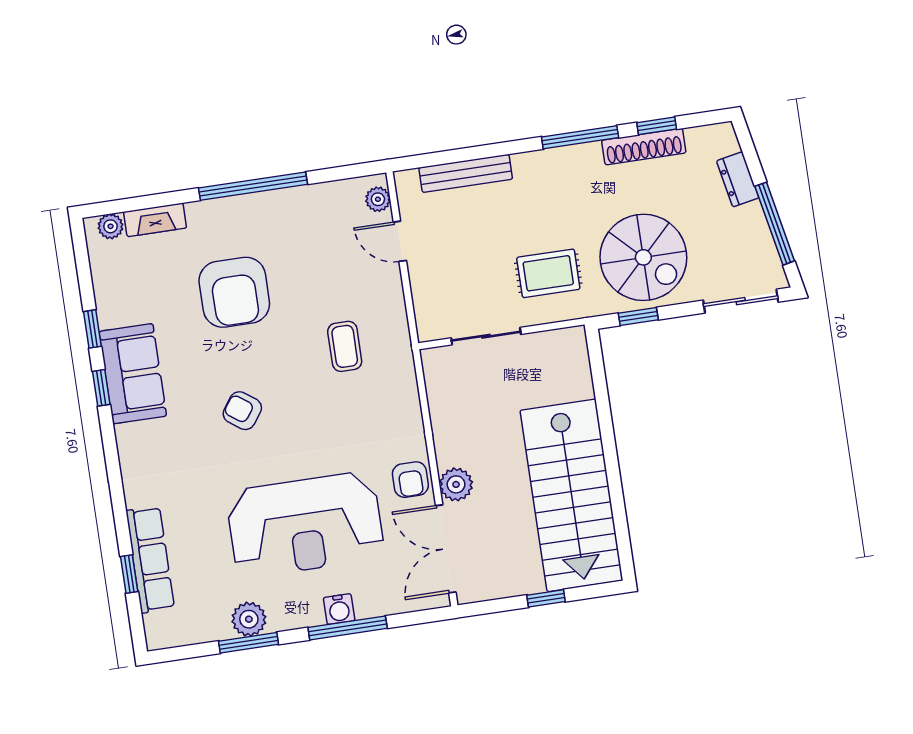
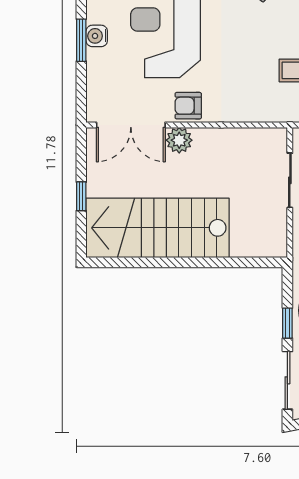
window: (638, 316) -> (287, 323), moved
double door: (446, 549) -> (131, 125), swing flipped
window: (348, 628) -> (81, 40), width x0.69

